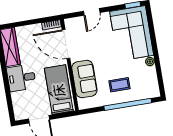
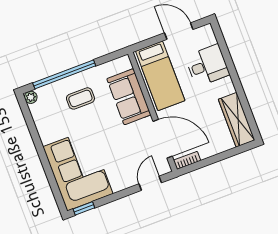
door: (92, 12) -> (150, 183), moved
plant: (150, 62) -> (31, 97), moved
desk: (21, 78) -> (207, 65), moved

